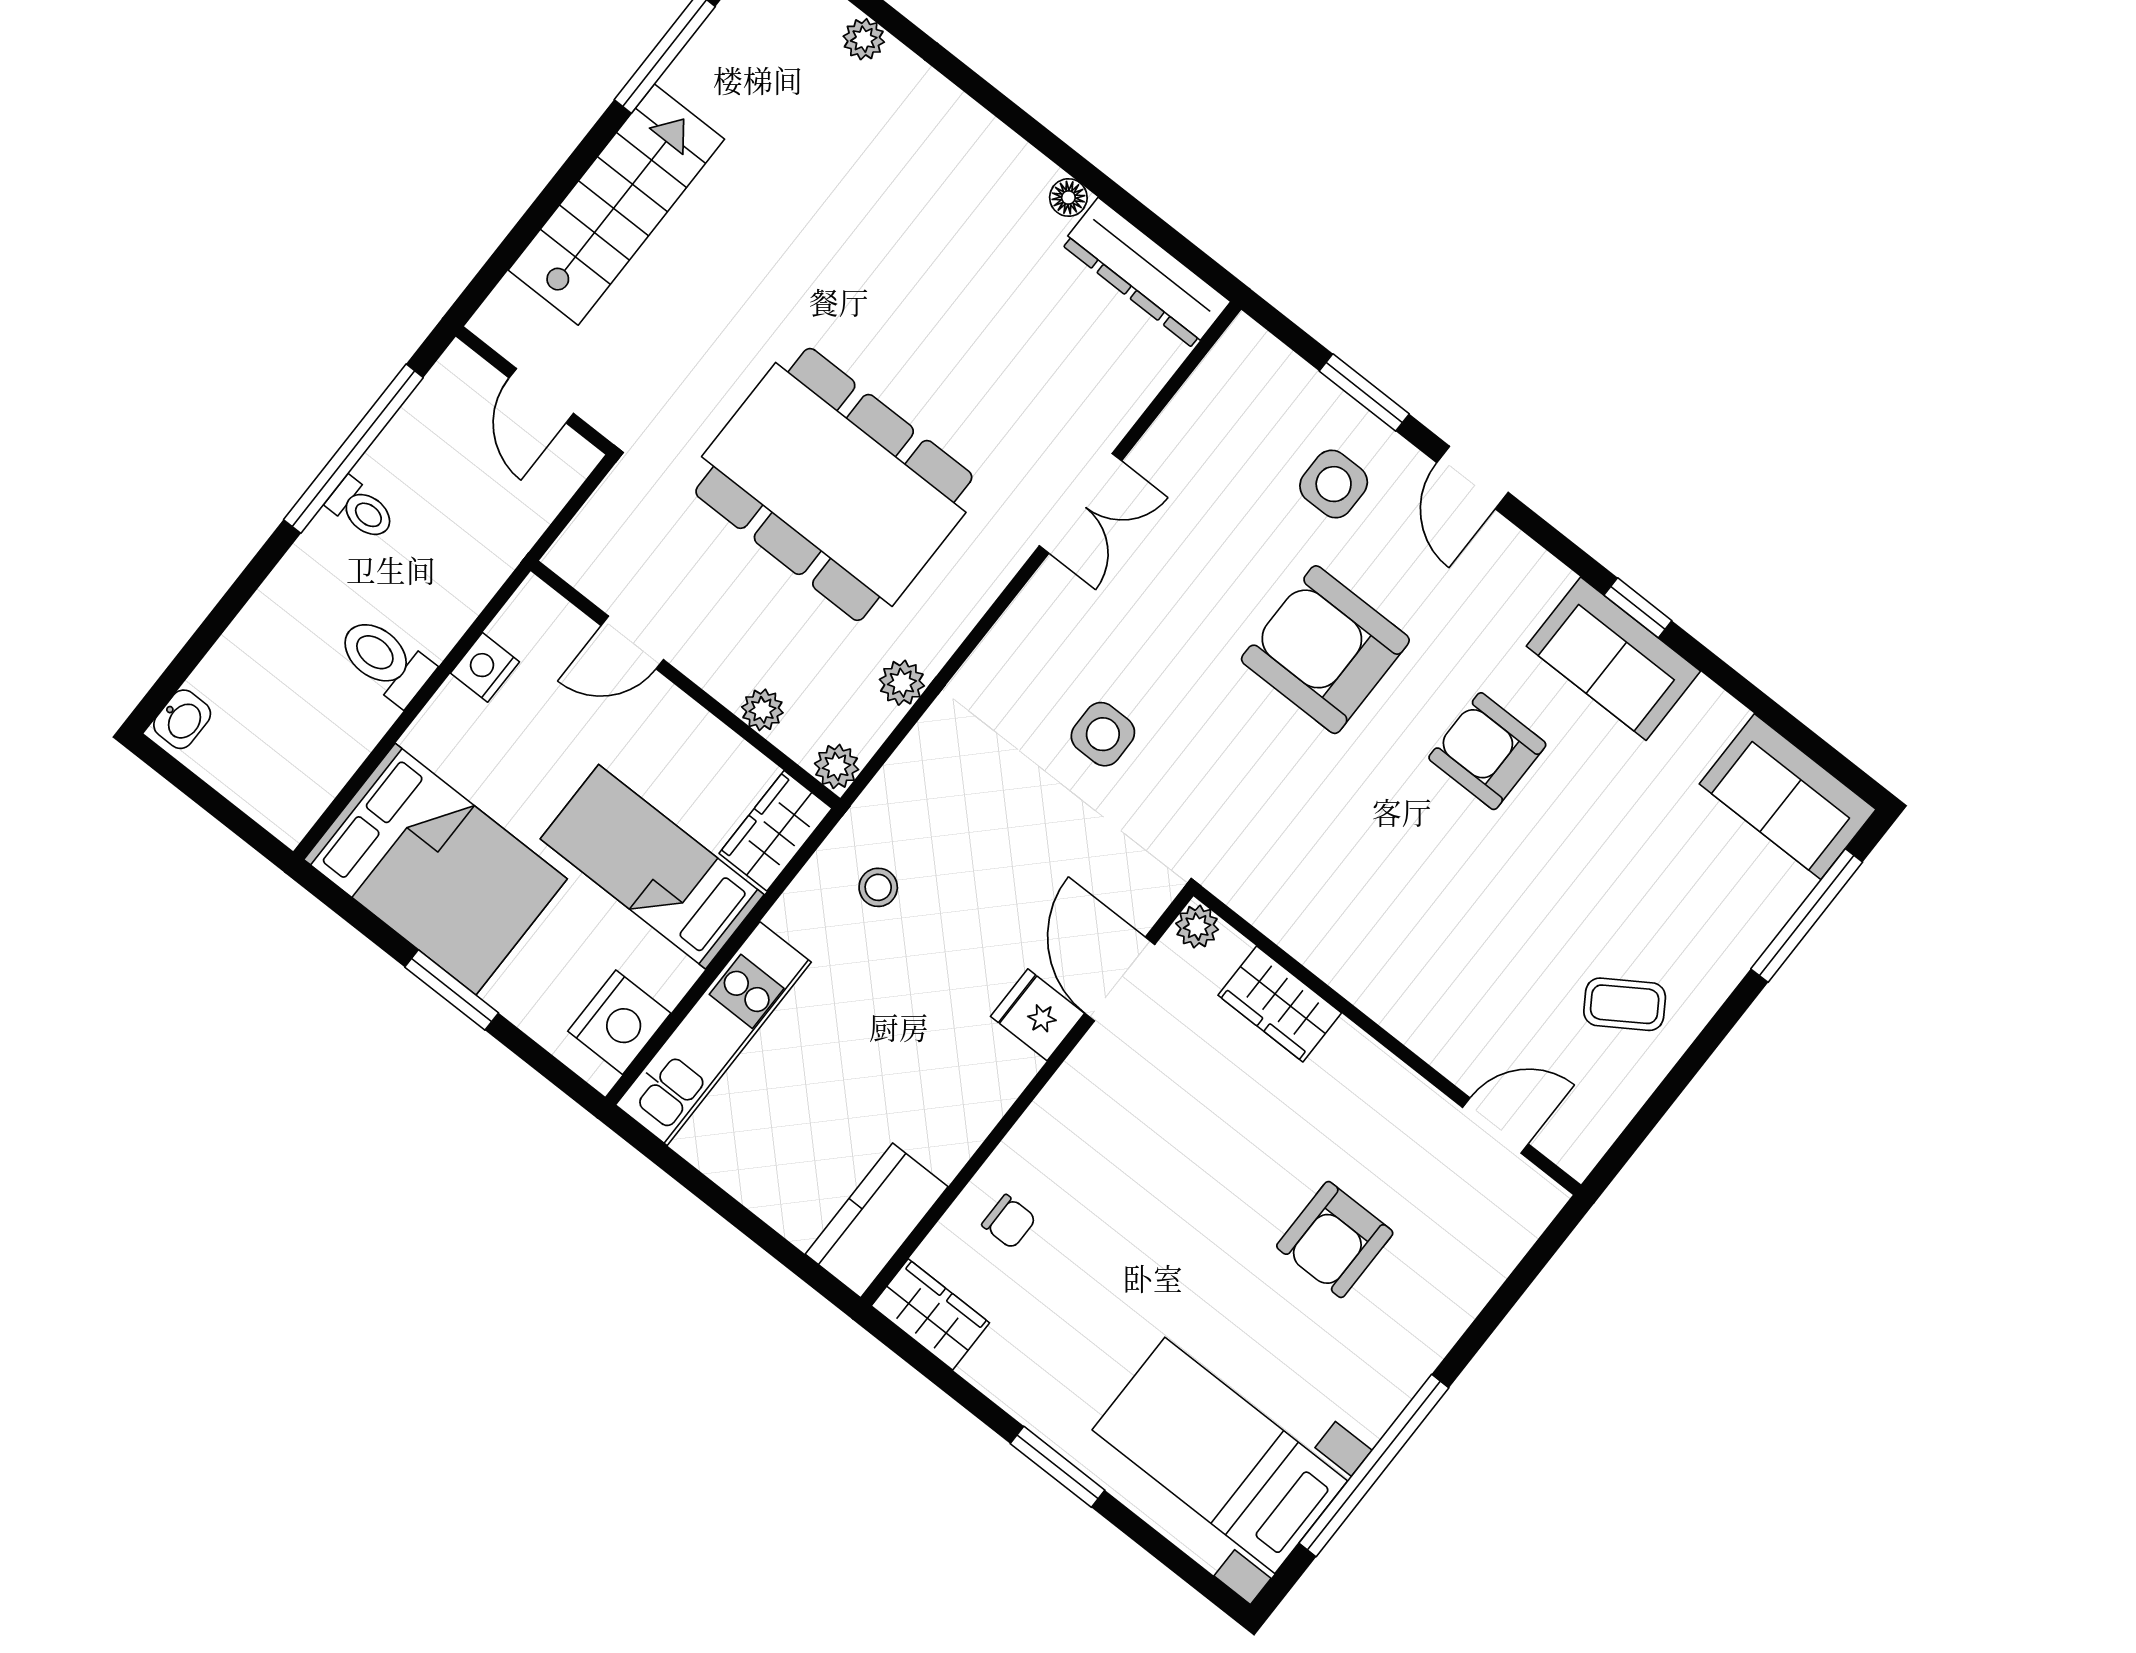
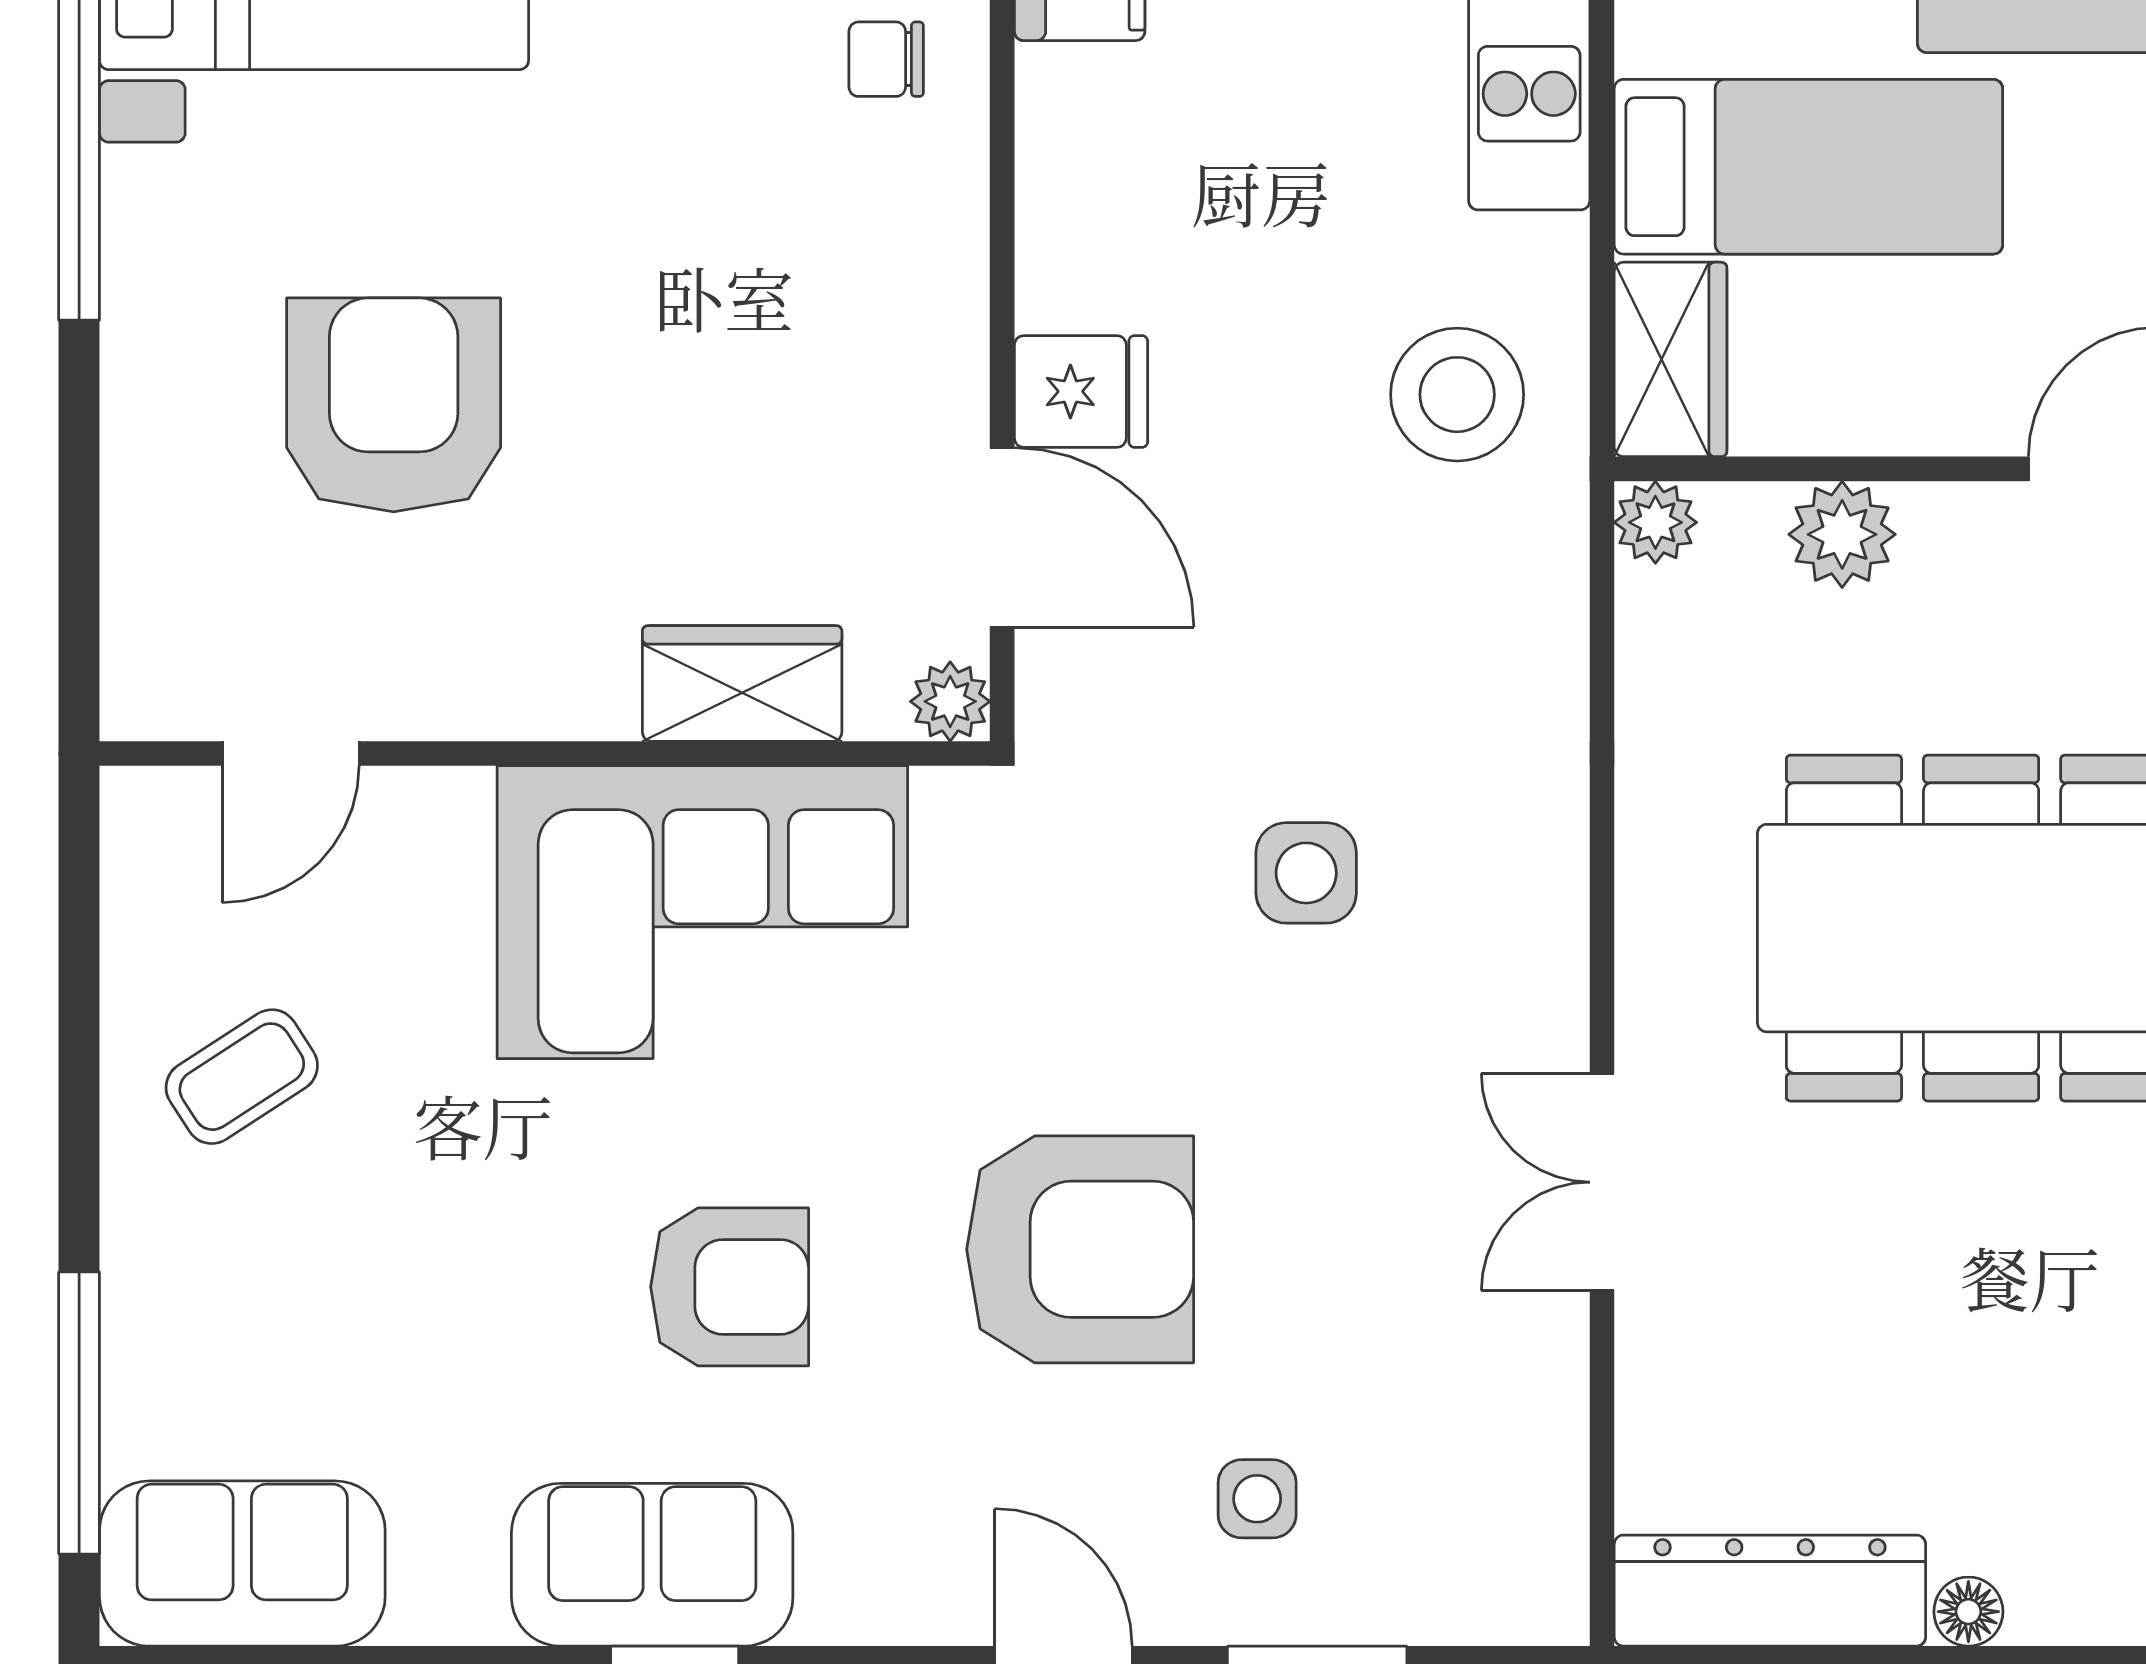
side table: (1334, 484) -> (1257, 1499), width x0.73, depth x0.73
plant: (902, 683) -> (1656, 718), removed
plant: (762, 710) -> (1842, 534), width x1.38, depth x1.38
stool: (878, 887) -> (1457, 395), width x1.89, depth x1.89
corner sofa: (1373, 920) -> (702, 912), added
armchair: (1335, 1240) -> (394, 405), width x1.36, depth x1.36

